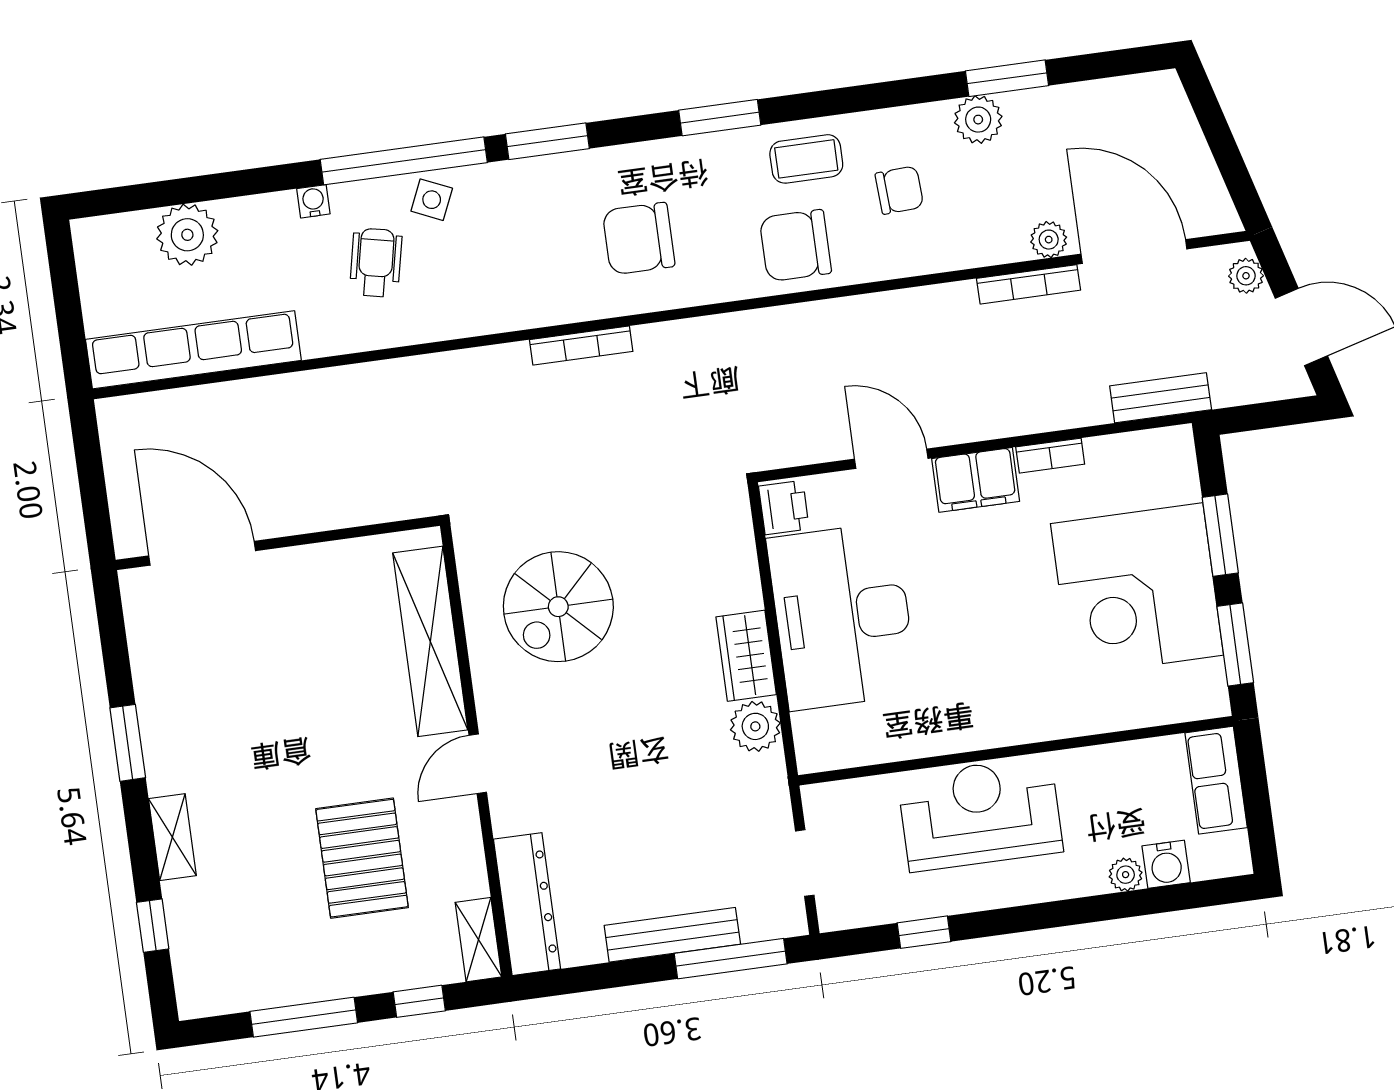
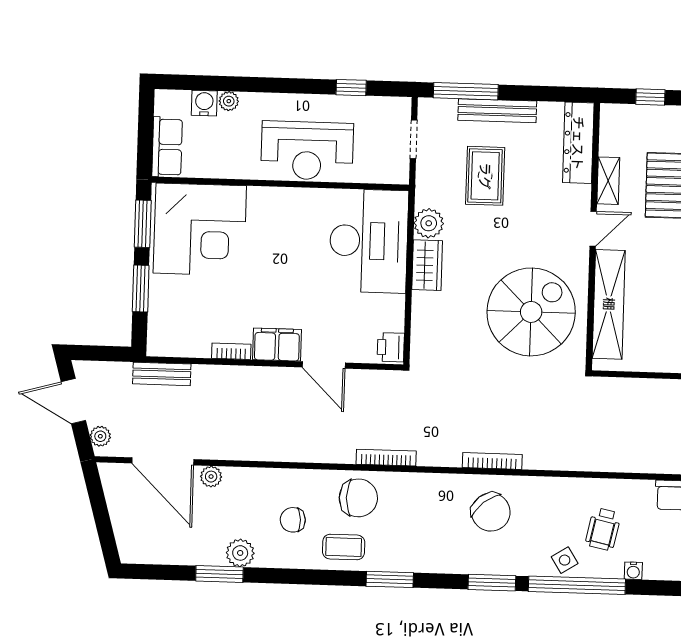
side table: (432, 200) -> (565, 560), turned 34
chair: (639, 238) -> (491, 512), moved, turned 51
bookcase: (1029, 284) -> (386, 458), moved
corner desk: (1137, 589) -> (200, 229), moved, turned 90
spiral stairs: (558, 607) -> (531, 312), width x1.37, depth x1.37
desk: (842, 616) -> (369, 241), moved
rug: (674, 822) -> (485, 176), added
shelving: (478, 940) -> (608, 181), moved

